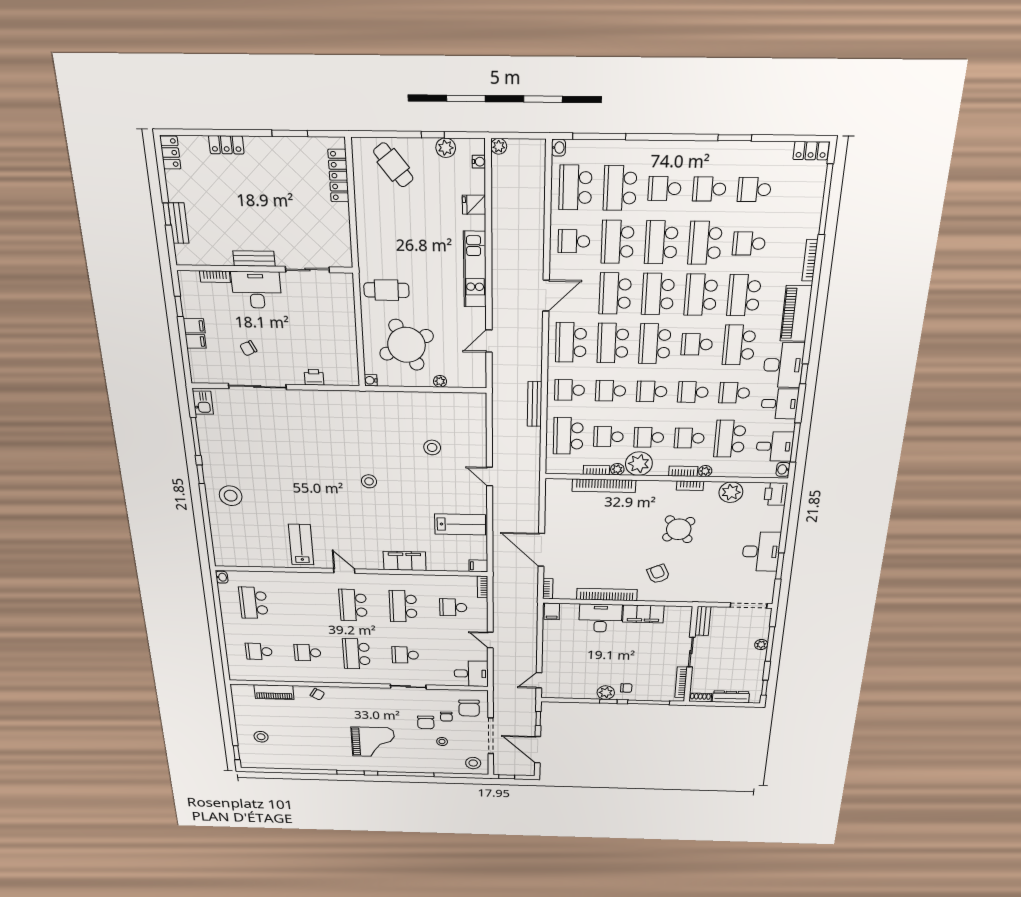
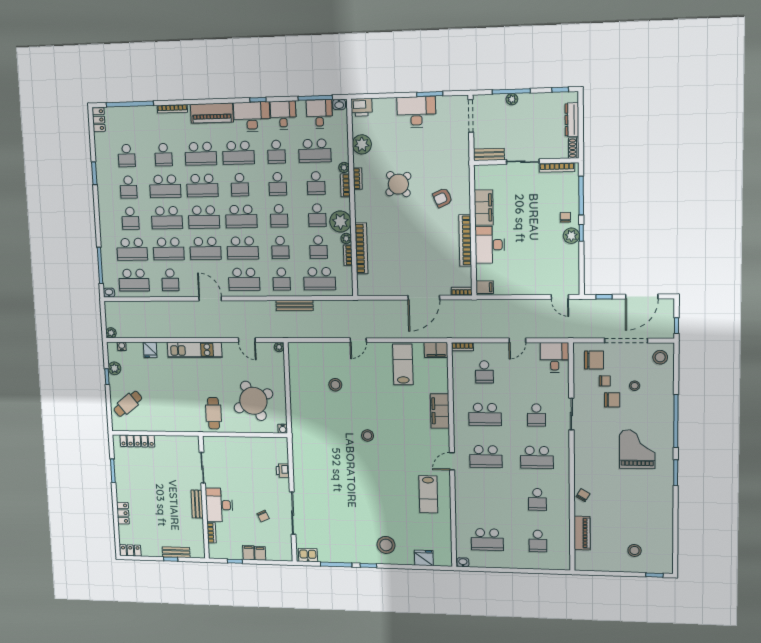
plant: (440, 381) -> (279, 347), moved
fridge: (221, 536) -> (424, 558), added
lab bench: (301, 545) -> (428, 494), turned -90
filing cabinet: (478, 566) -> (436, 350), width x2.00

